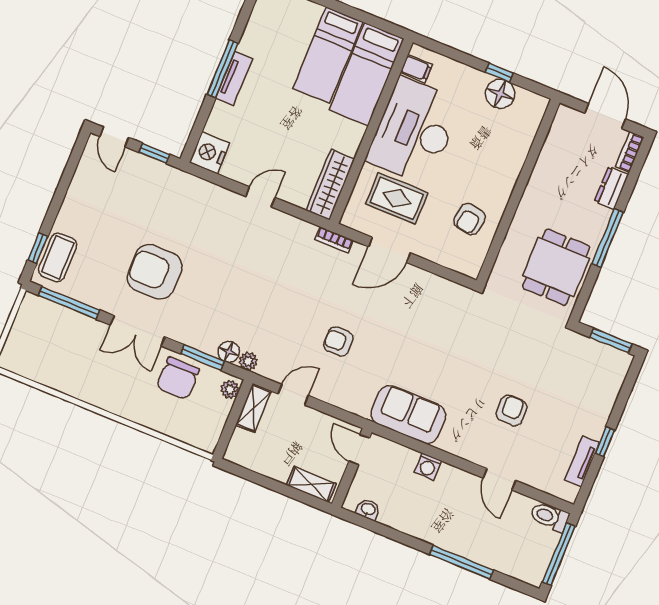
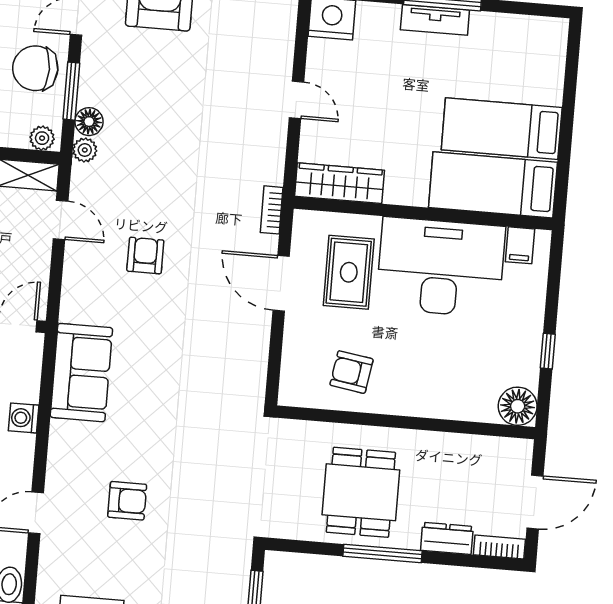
floor lamp: (500, 94) -> (518, 406), moved
dining table: (556, 267) -> (361, 492), moved, turned 90

